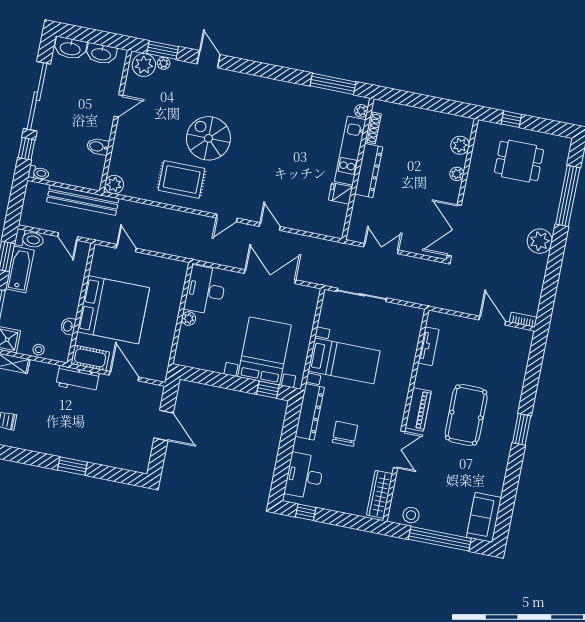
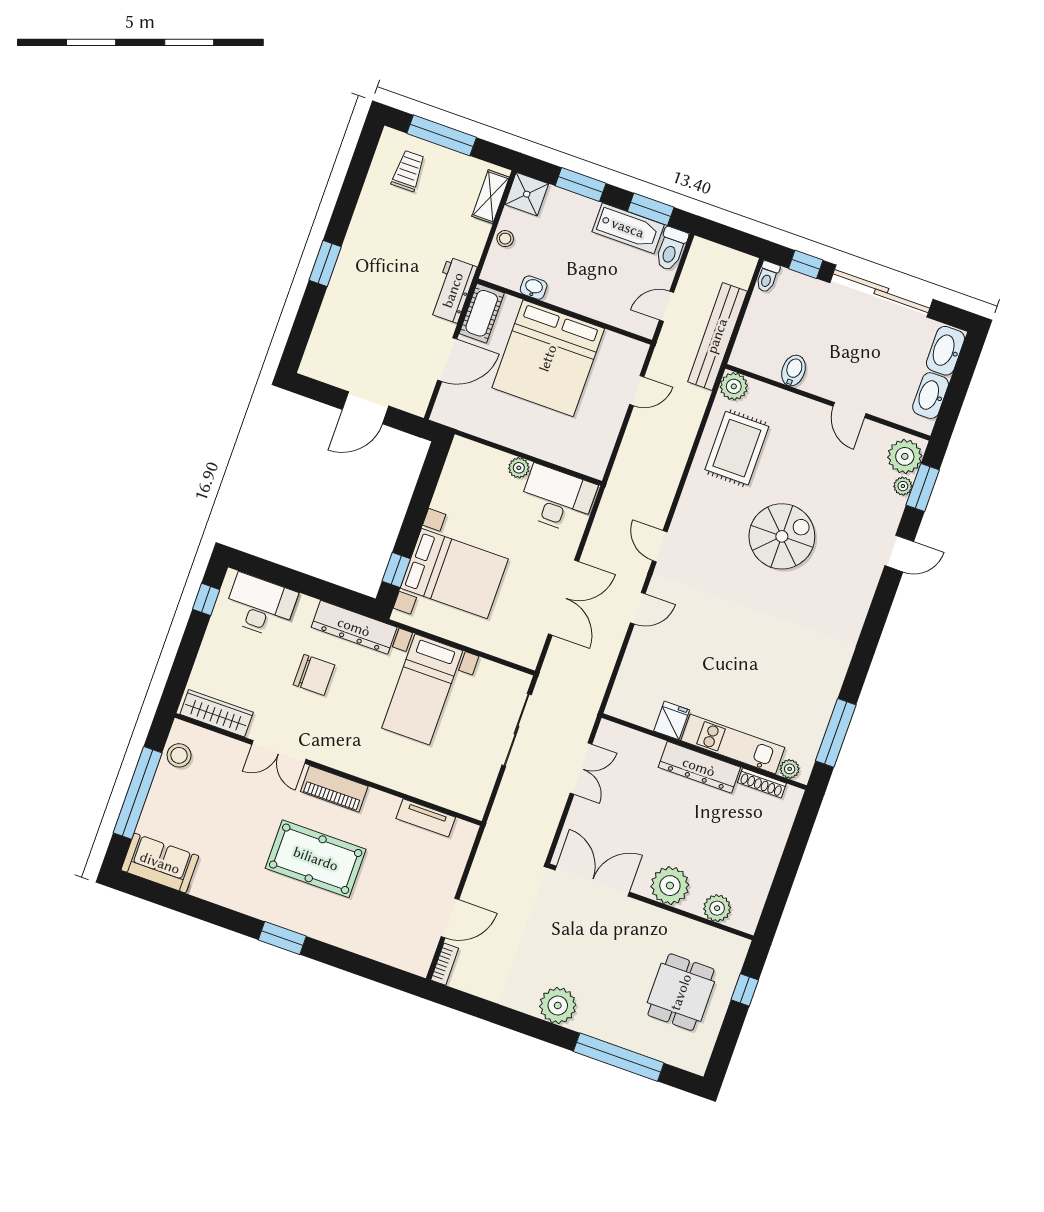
plant: (457, 174) -> (670, 886), width x1.88, depth x1.88
rug: (182, 179) -> (737, 448), moved

